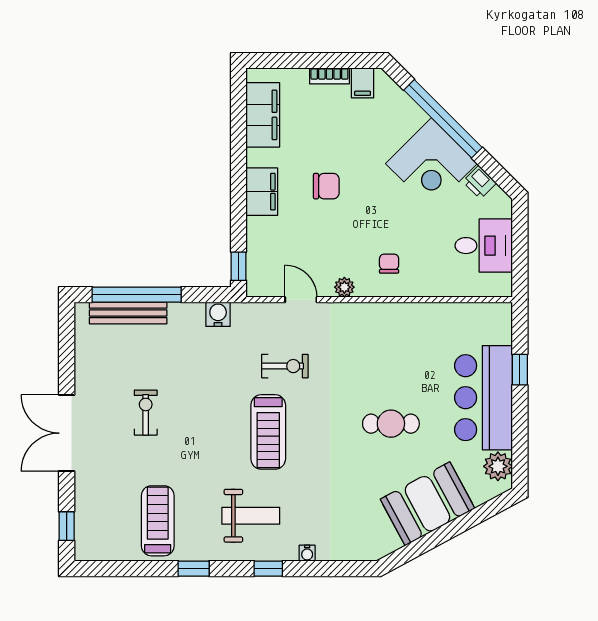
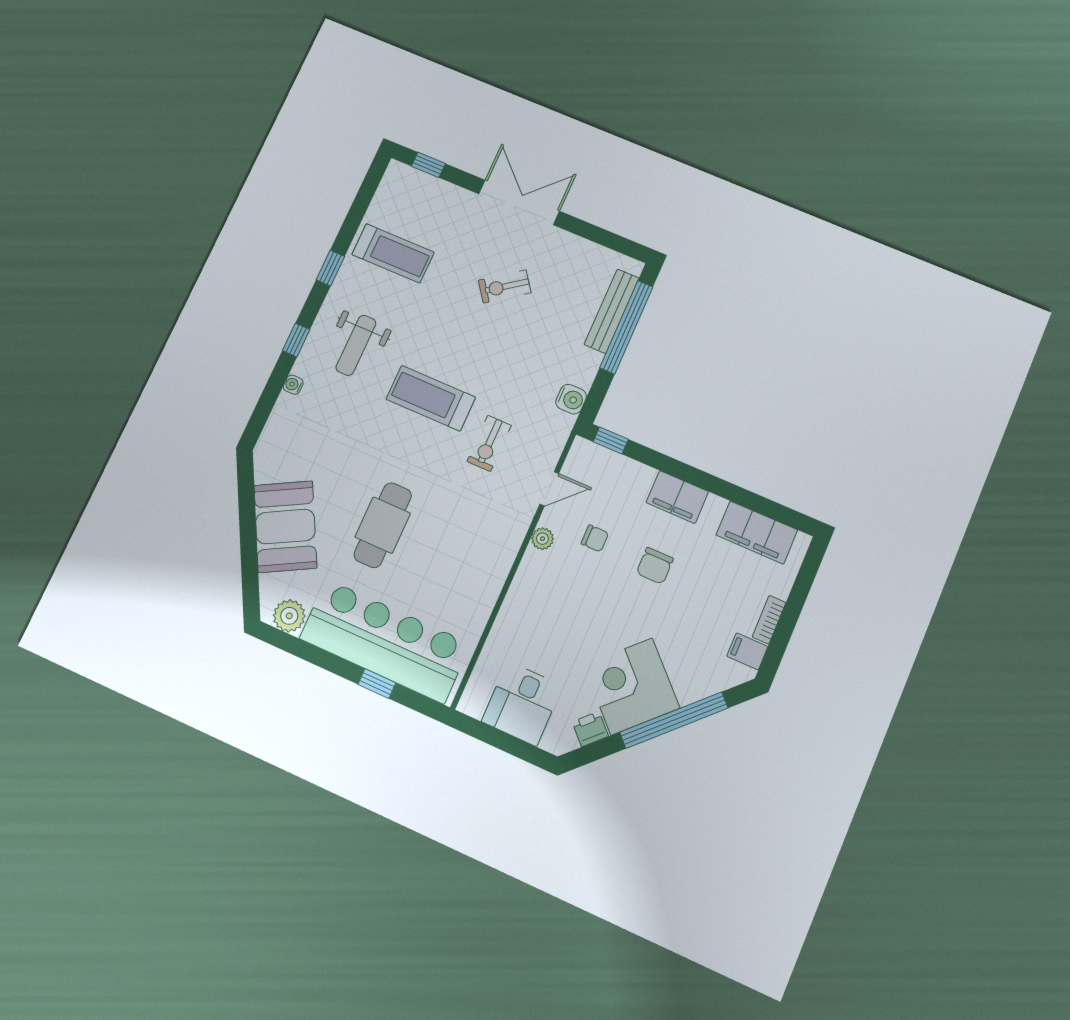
chair: (389, 264) -> (595, 538), moved
bar counter: (484, 398) -> (385, 641), width x1.36
exercise bike: (146, 413) -> (505, 286), turned 144
cafe table: (391, 424) -> (383, 525), width x1.37, depth x1.35

